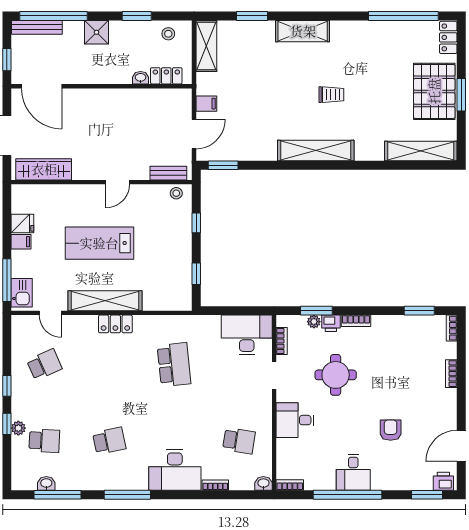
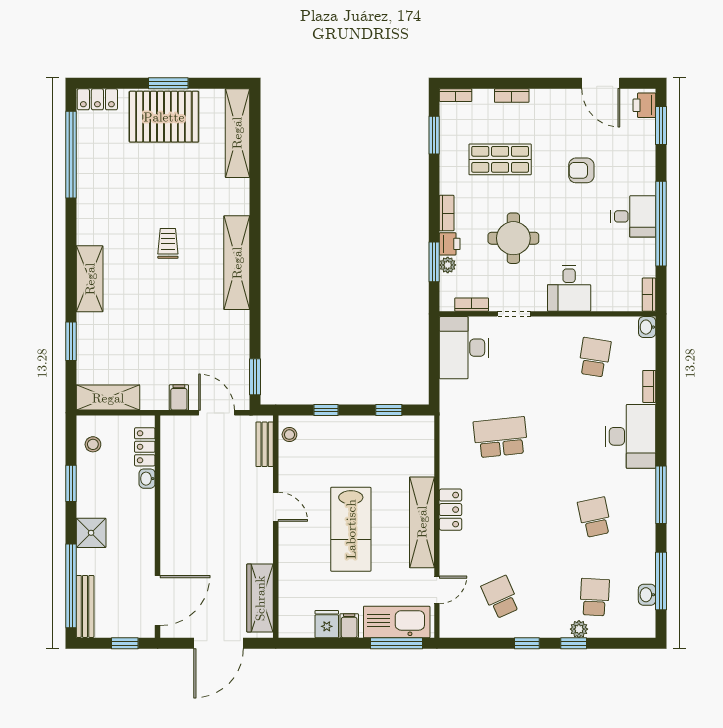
kitchen sink: (22, 293) -> (397, 622), width x1.88, depth x1.24
shop shelf: (400, 364) -> (500, 159), added

